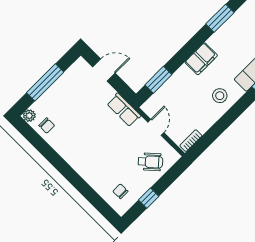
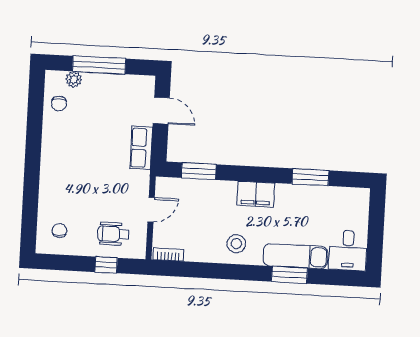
row of seats: (124, 110) -> (141, 148), moved
plant: (29, 116) -> (74, 79), moved
wheelchair: (150, 162) -> (113, 234), turned 132
window: (149, 198) -> (106, 265), moved

